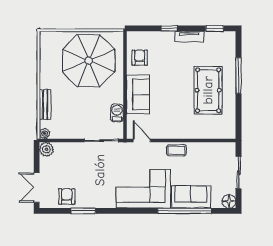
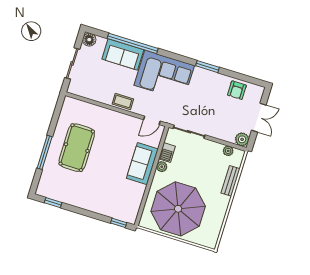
window: (169, 28) -> (119, 223), moved
tv unit: (189, 37) -> (79, 202), removed
armchair: (140, 58) -> (130, 197), removed
plant: (118, 97) -> (162, 167), added
plant: (45, 134) -> (228, 151), moved
door: (142, 140) -> (152, 120), hinge flipped
double door: (37, 188) -> (259, 118), moved
window: (83, 211) -> (208, 67), moved

